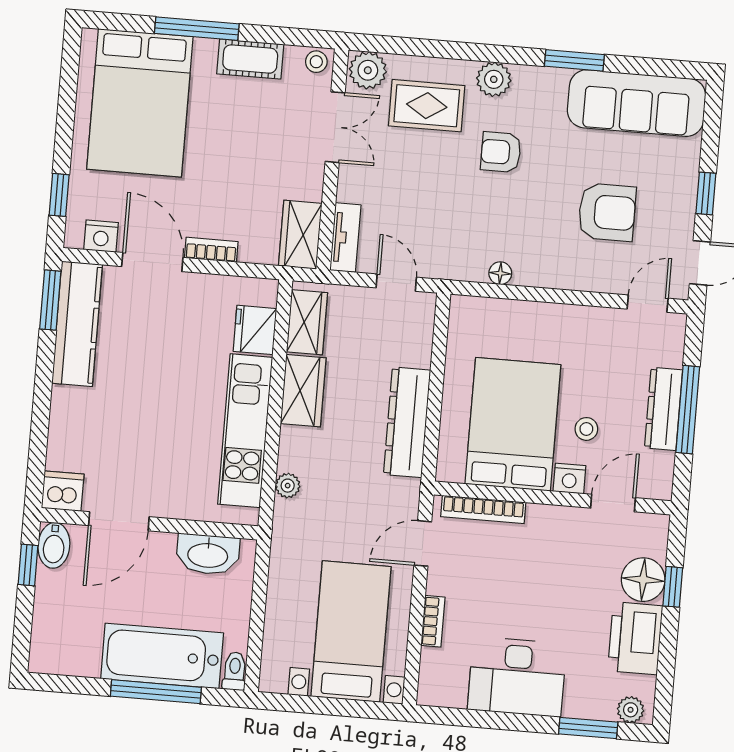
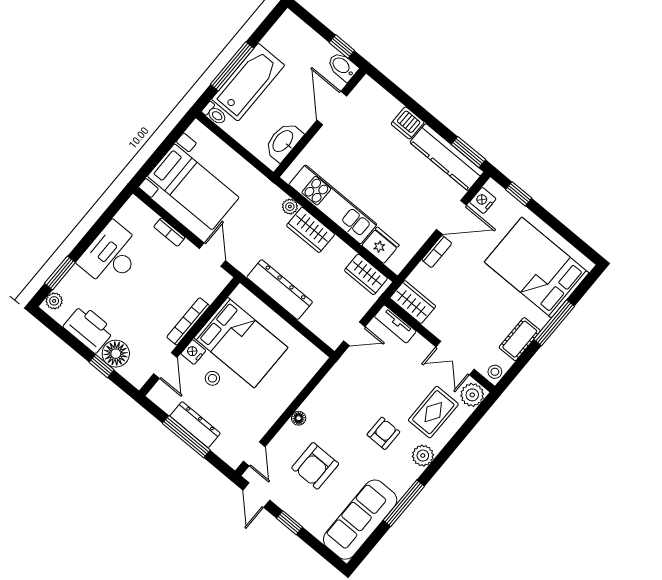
window: (574, 60) -> (404, 503), width x1.44
floor lamp: (500, 273) -> (299, 418), moved
wardrobe: (303, 391) -> (311, 230), moved
dishwasher: (63, 491) -> (408, 123), moved, turned 90
bookcase: (483, 509) -> (188, 321), moved

